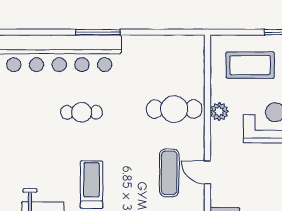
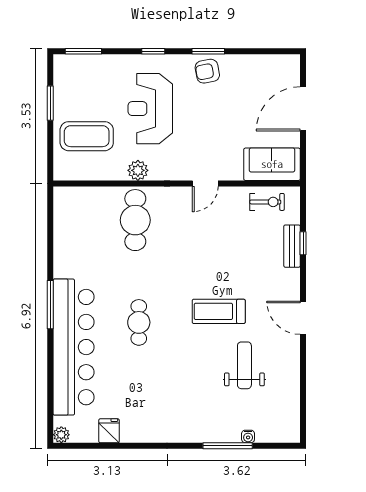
coffee table: (250, 65) -> (87, 136), turned 90
exercise mat: (169, 173) -> (206, 226), removed

